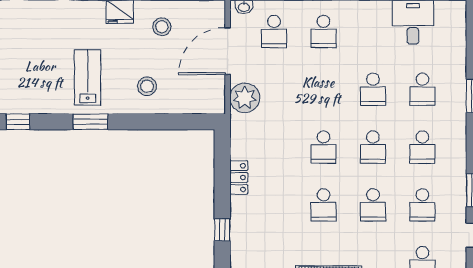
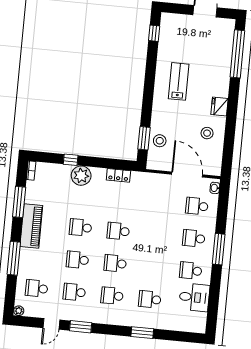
lab bench: (88, 77) -> (179, 81), turned -90
stool: (147, 86) -> (160, 141), moved
school desk: (373, 89) -> (191, 271), moved
plant: (245, 98) -> (81, 176), moved
window: (90, 122) -> (144, 138), moved
locker: (239, 178) -> (118, 175), moved

